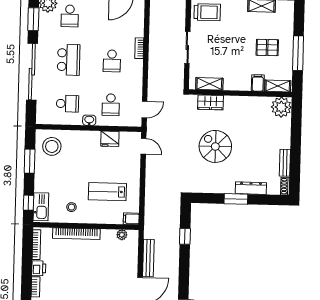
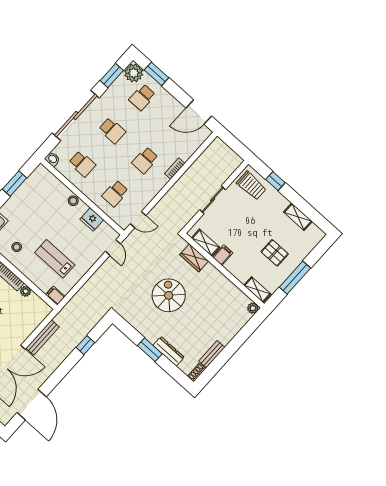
school desk: (69, 60) -> (112, 131), width x0.54
filing cabinet: (258, 83) -> (223, 255), moved
plant: (281, 107) -> (253, 308), width x0.53, depth x0.53
washbasin: (89, 120) -> (52, 159), moved
stool: (52, 146) -> (73, 201), moved, width x0.53, depth x0.53
plant: (122, 235) -> (26, 291), moved

